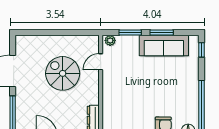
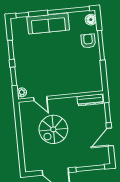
sofa: (164, 45) -> (48, 23), moved, turned 90

